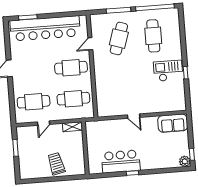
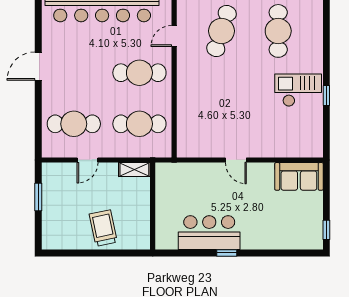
plant: (185, 161) -> (314, 240), removed

